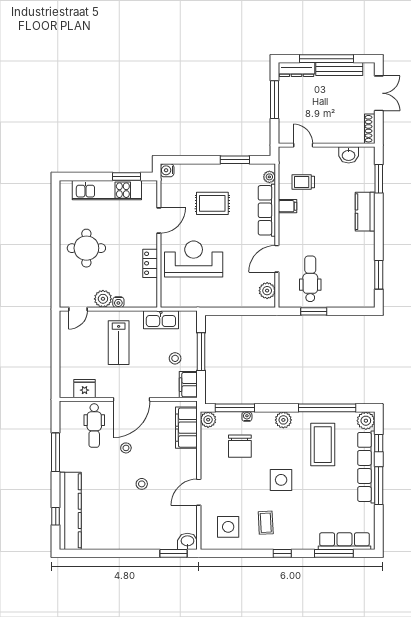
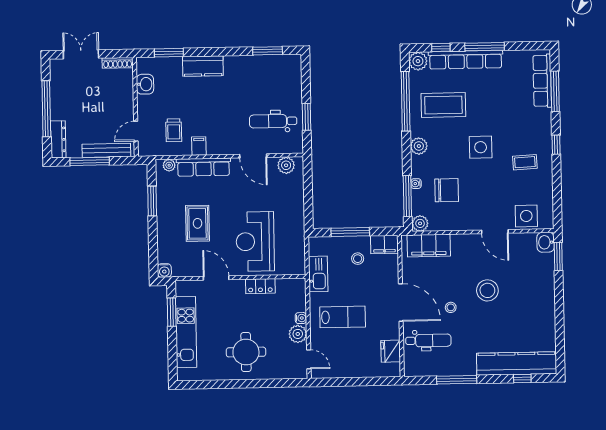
bench: (339, 69) -> (106, 150), moved, turned 90
stool: (142, 484) -> (487, 290), width x1.89, depth x1.89
side table: (228, 527) -> (526, 216), moved

